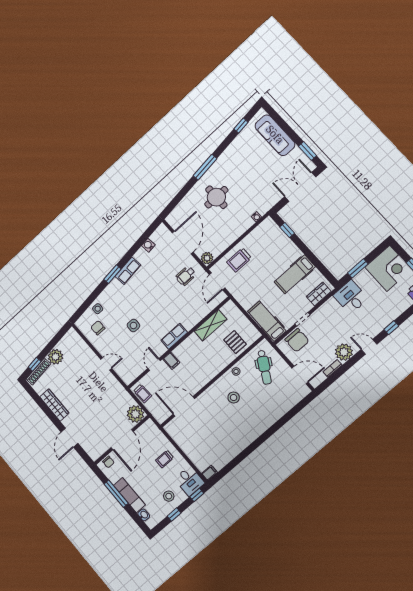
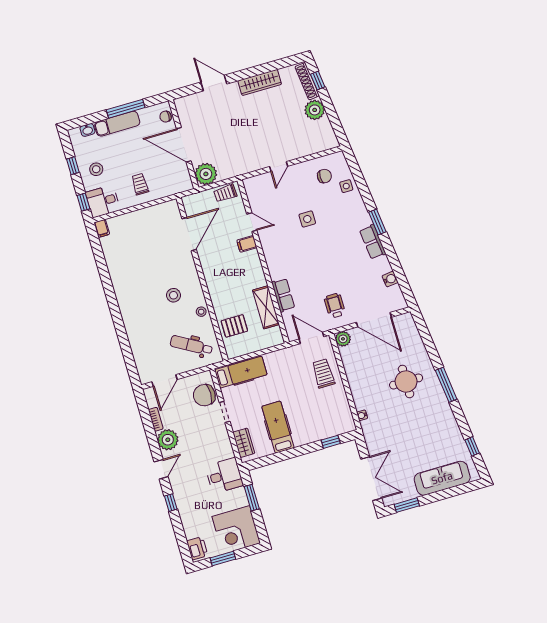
row of seats: (174, 336) -> (283, 295), moved

